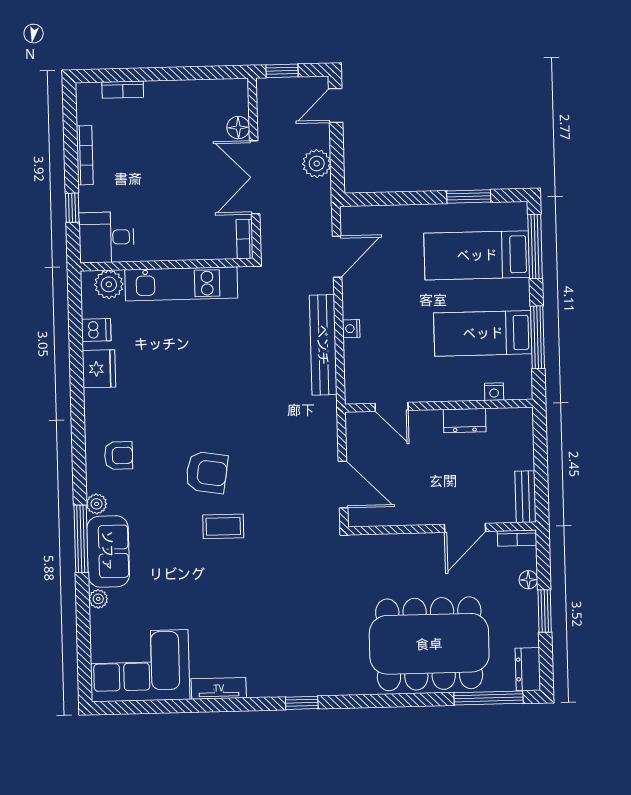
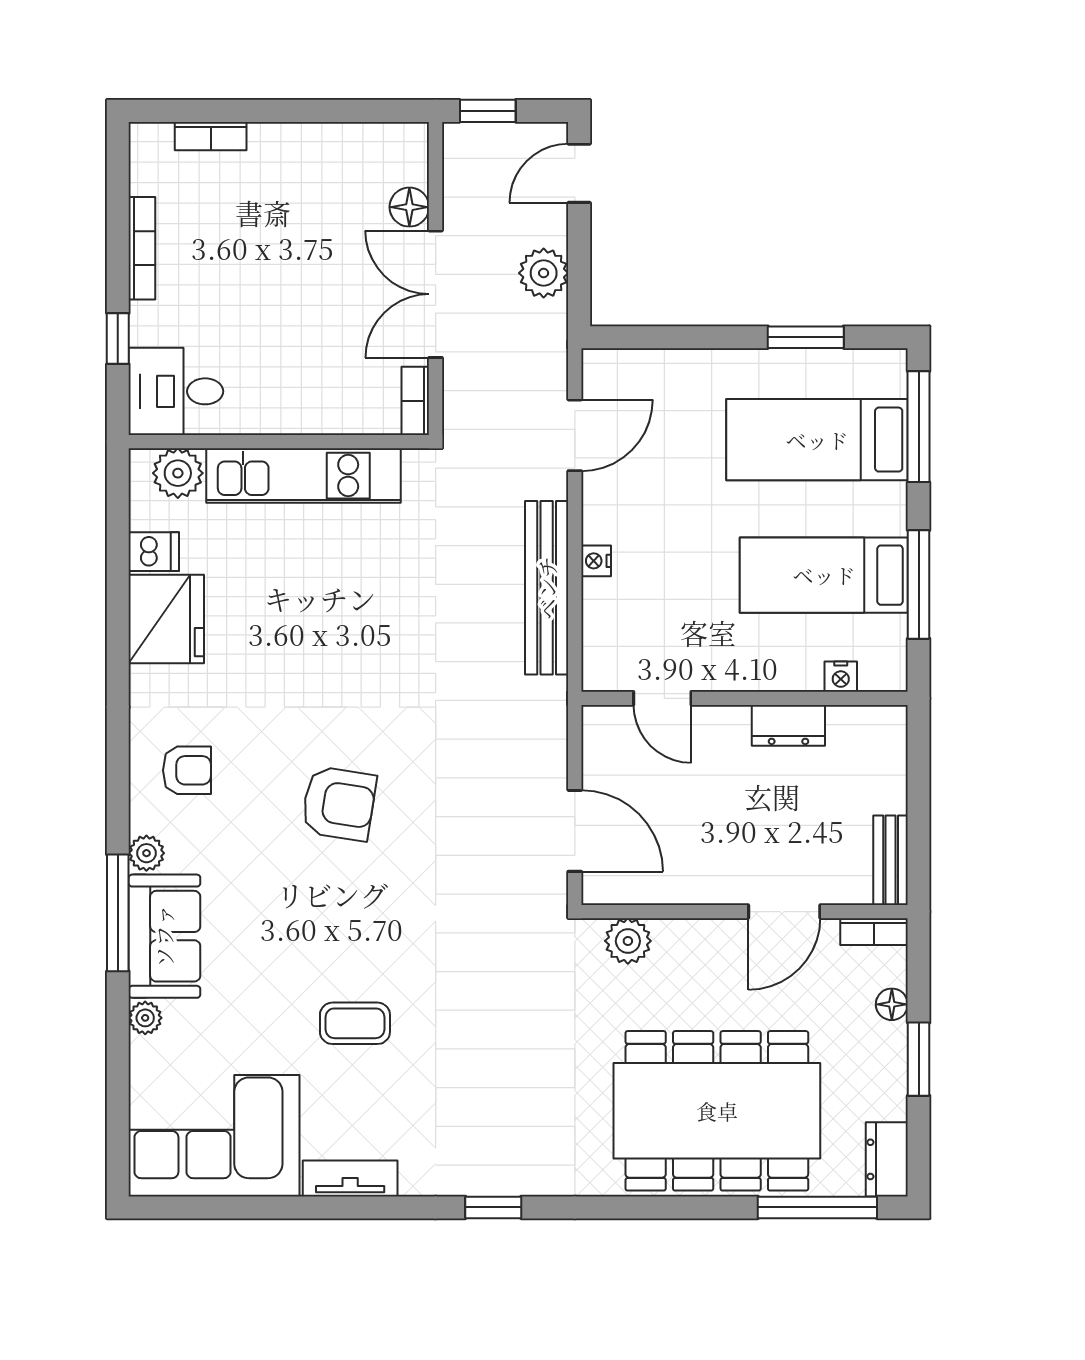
fridge: (99, 369) -> (166, 619), width x1.36, depth x1.34
coffee table: (223, 526) -> (355, 1023), moved
plant: (375, 547) -> (628, 941), added

